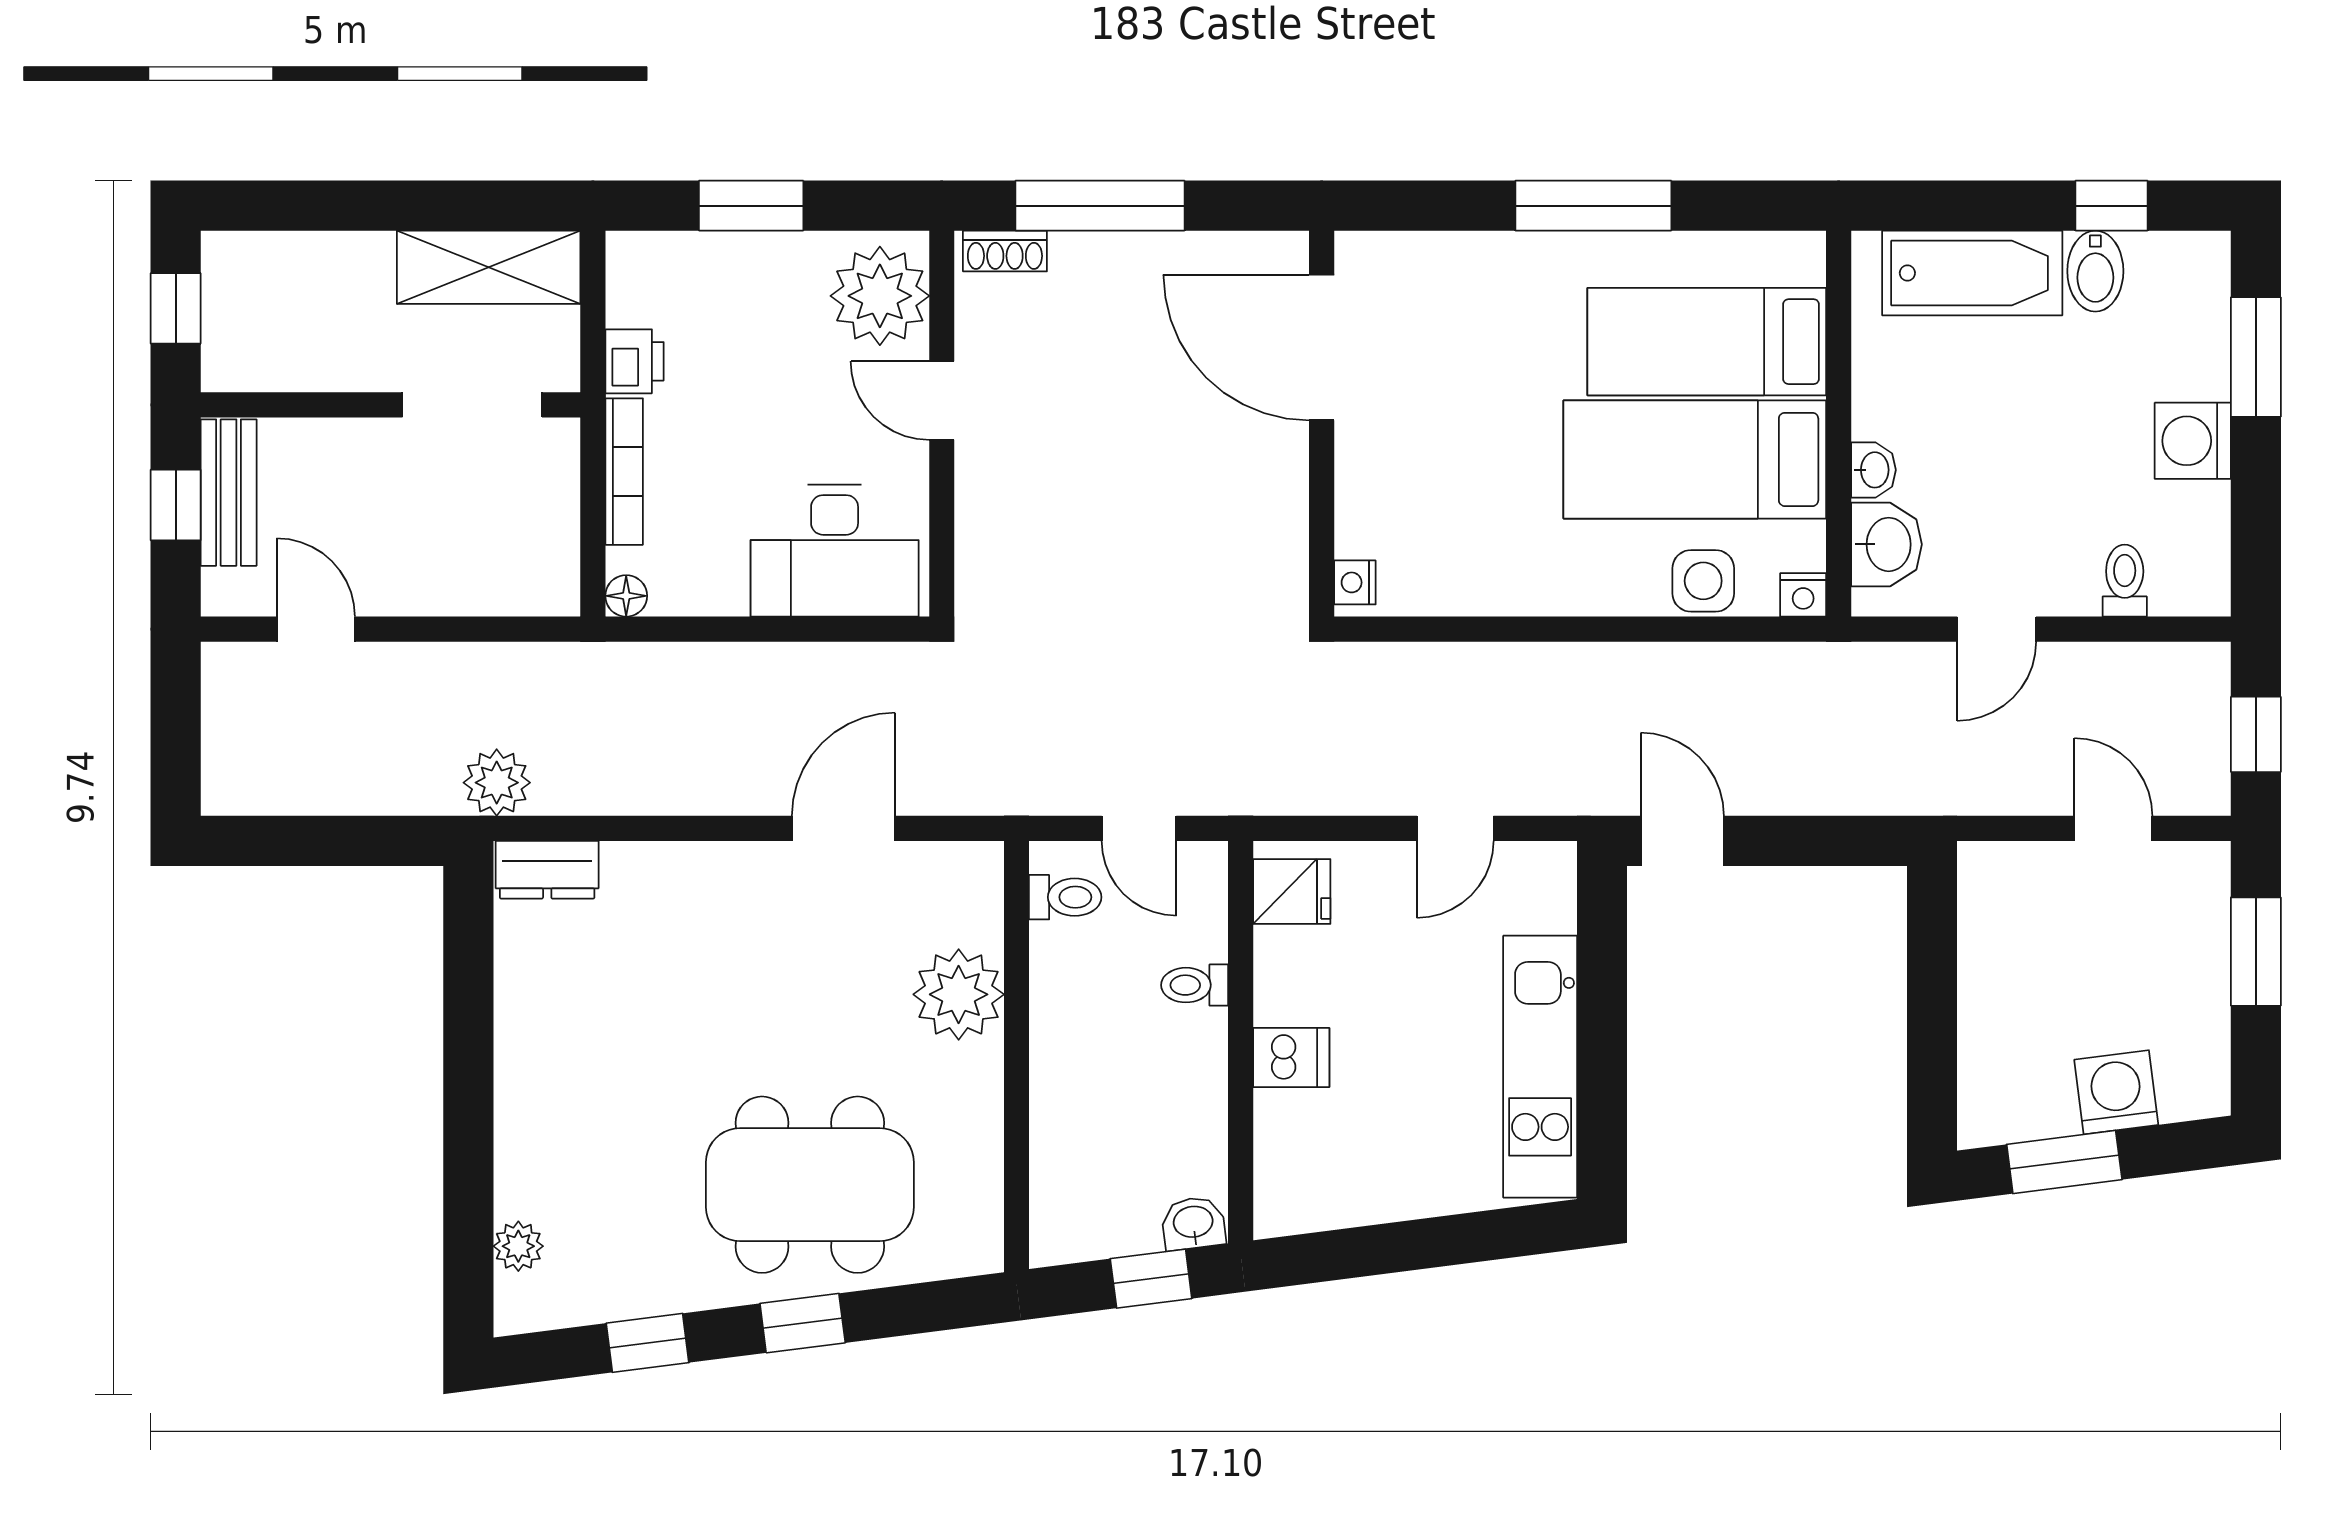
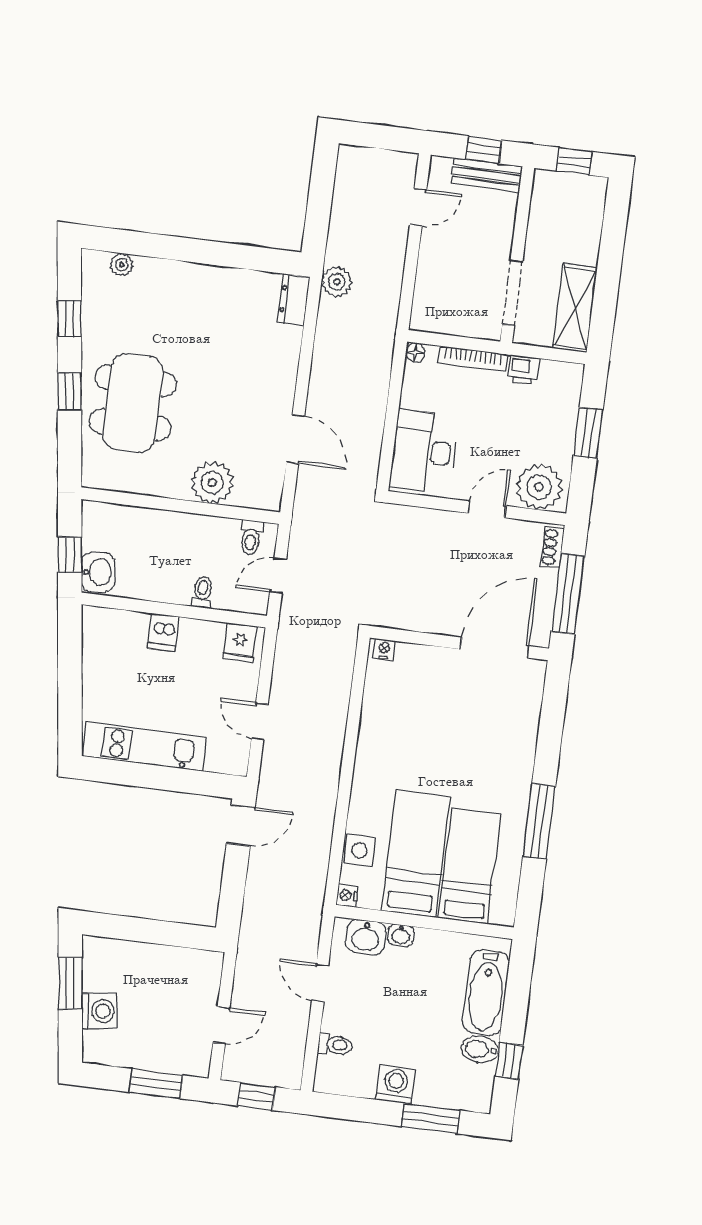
door: (1322, 347) -> (495, 648), moved
wall: (1322, 424) -> (459, 643), moved
nightstand: (1355, 582) -> (384, 649), moved
washbasin: (1193, 1223) -> (98, 572), width x1.38, depth x1.45

